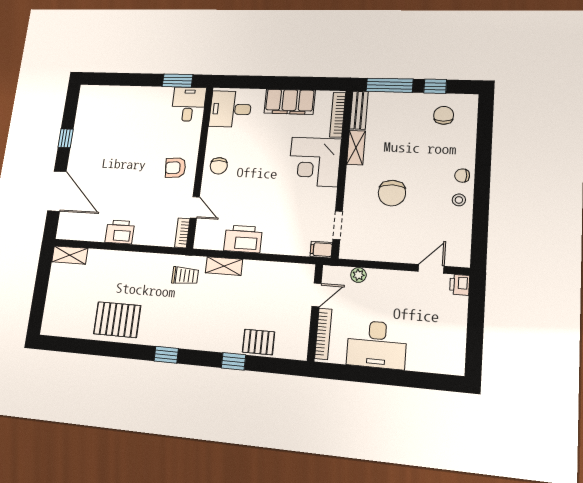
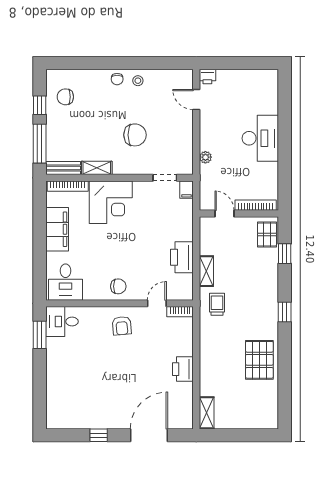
door: (316, 295) -> (224, 213), moved
wall: (315, 312) -> (239, 213), moved
bookcase: (323, 334) -> (256, 205), moved

